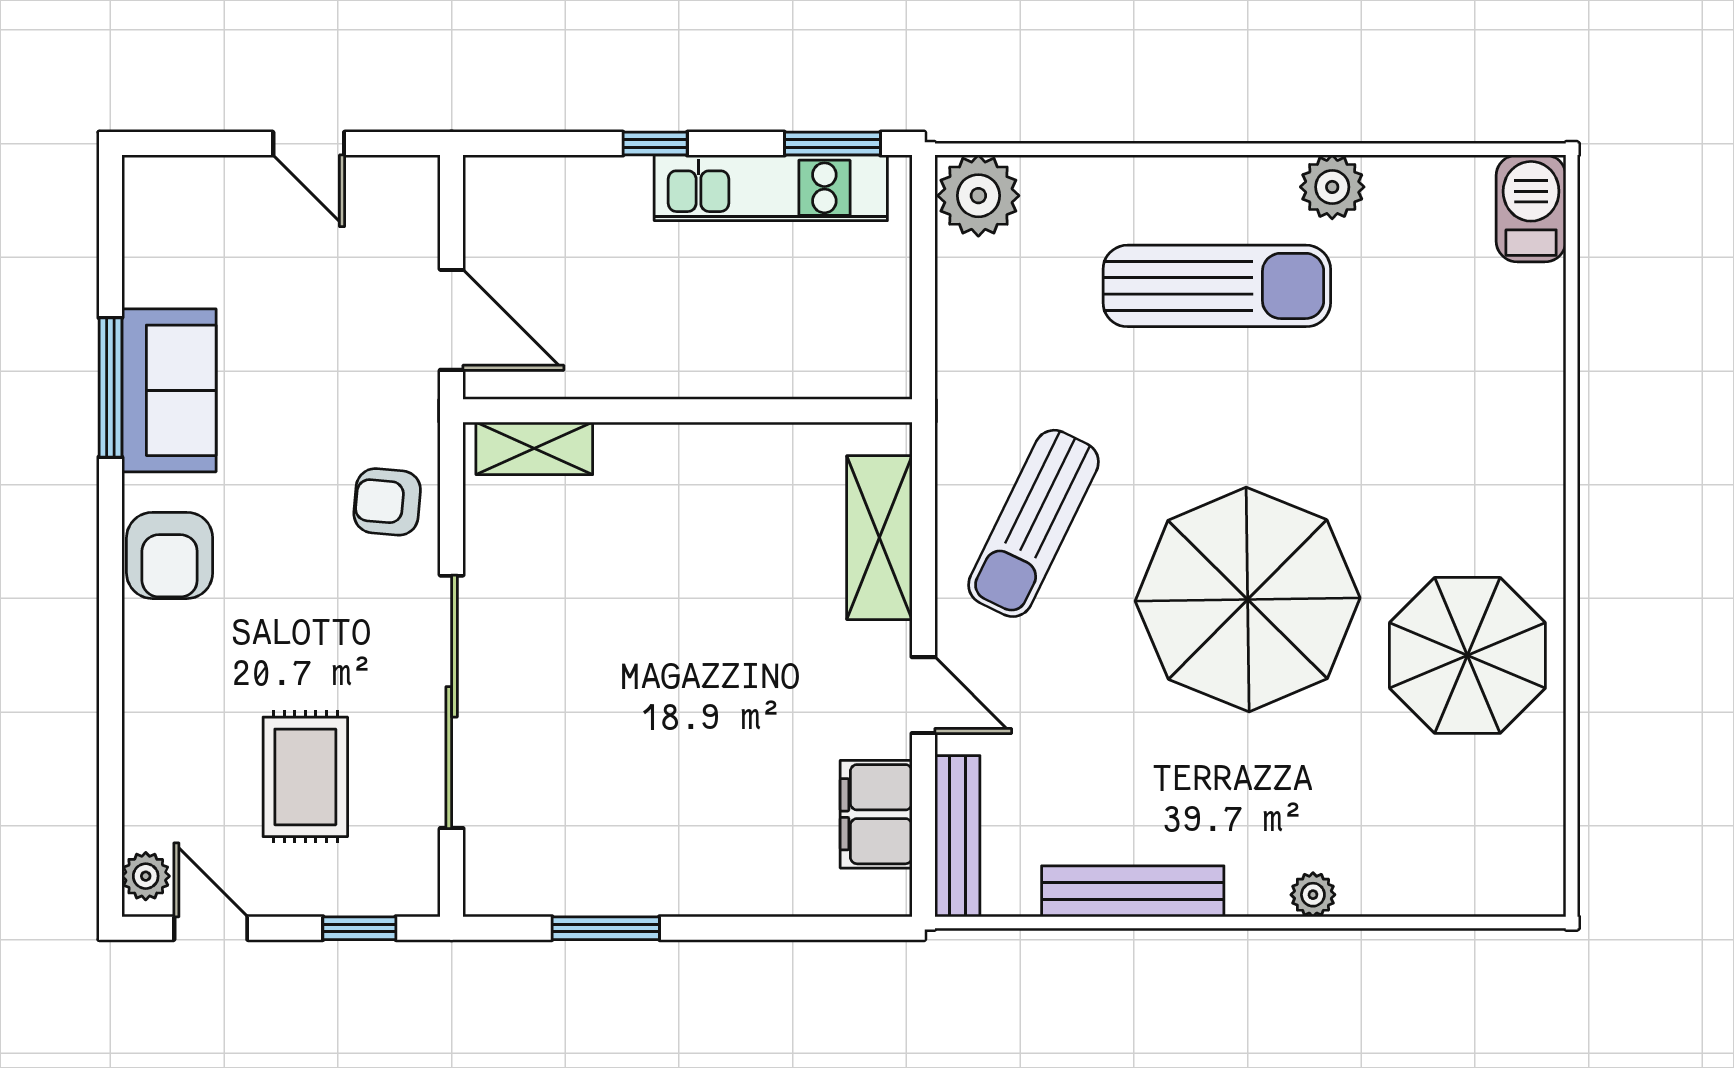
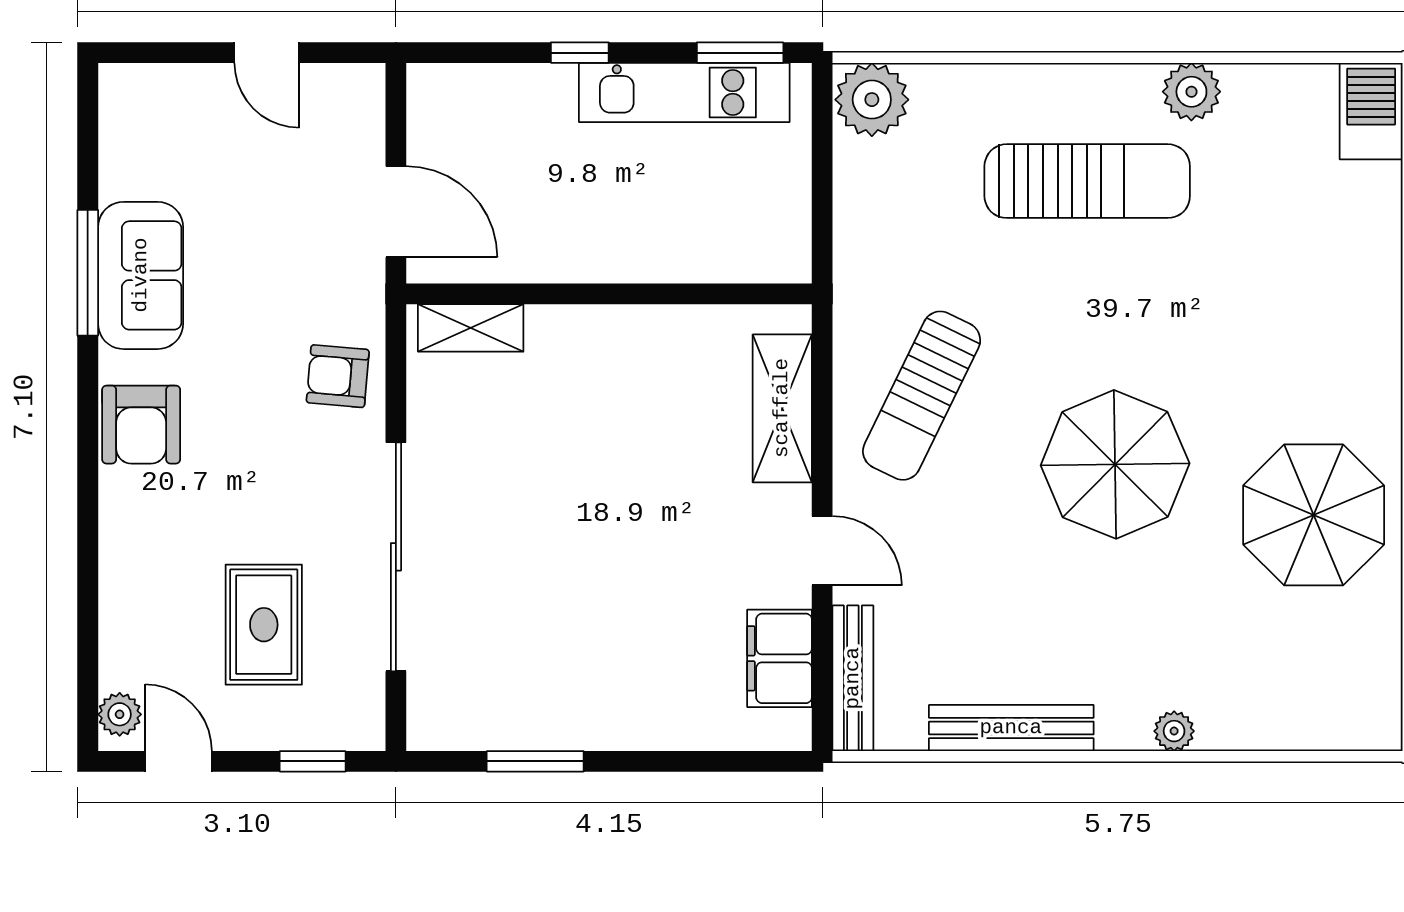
parasol: (1248, 599) -> (1115, 464), width x0.73, depth x0.73

